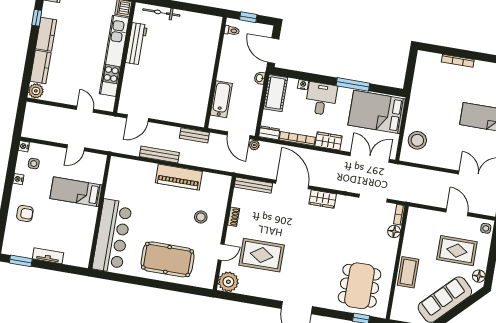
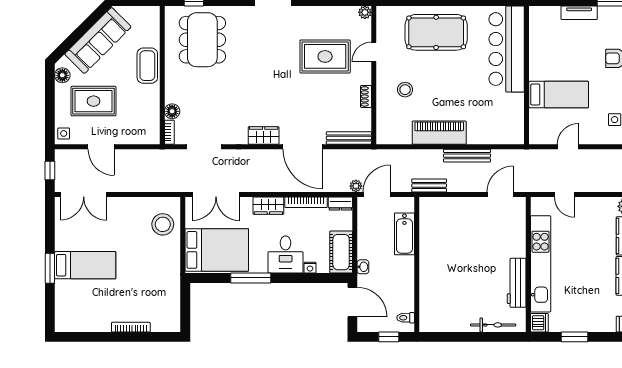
door: (239, 135) -> (377, 194), hinge flipped
plant: (228, 282) -> (365, 12), width x0.53, depth x0.53

